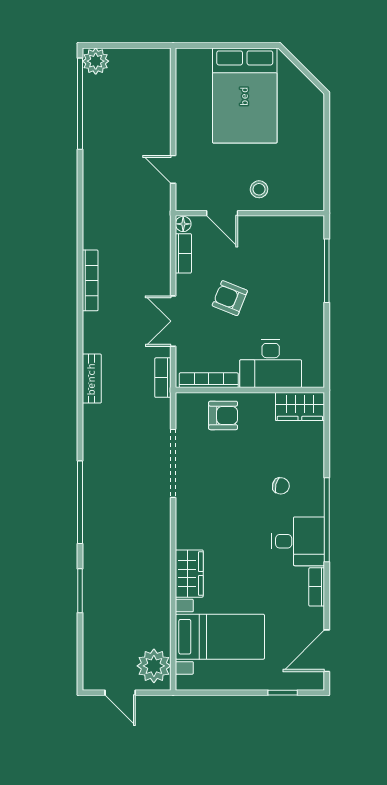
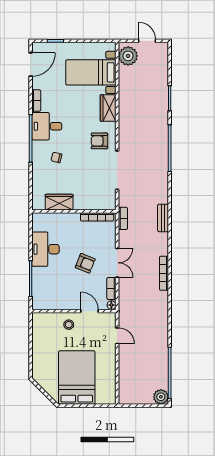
double door: (173, 321) -> (117, 263), moved
desk: (271, 364) -> (46, 249), moved, turned -90
wardrobe: (300, 407) -> (59, 202), moved
armchair: (223, 415) -> (99, 141), moved

